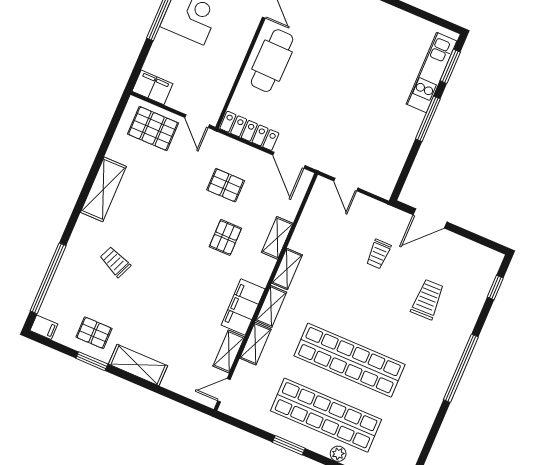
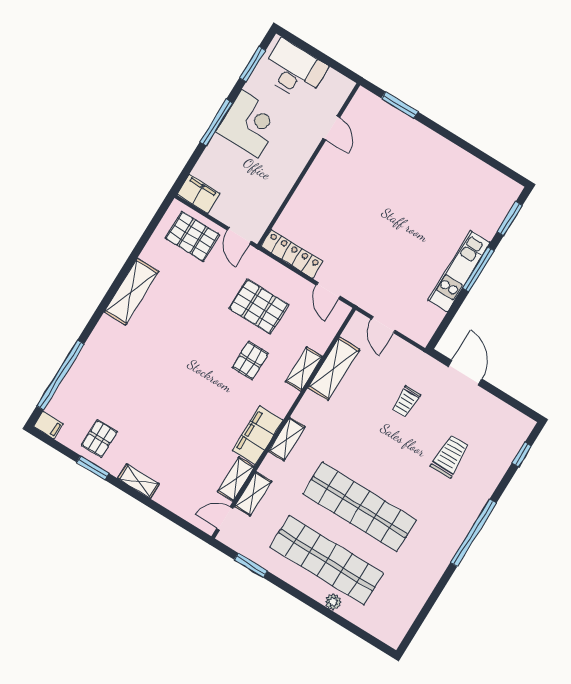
cafe table: (272, 61) -> (326, 185), removed
kitchen unit: (431, 72) -> (459, 271), moved
door: (289, 160) -> (328, 291), width x0.73
pallet: (226, 185) -> (259, 306), width x1.50, depth x1.42
door: (430, 218) -> (465, 373), swing flipped
trolley: (115, 262) -> (132, 368), removed
shelving: (287, 269) -> (334, 369), moved, width x1.50, depth x1.33
pallet: (94, 333) -> (99, 438), turned 90
shelving: (255, 344) -> (253, 494), moved
shelving: (138, 365) -> (138, 481), width x0.67, depth x0.75
window: (289, 445) -> (251, 565), moved

